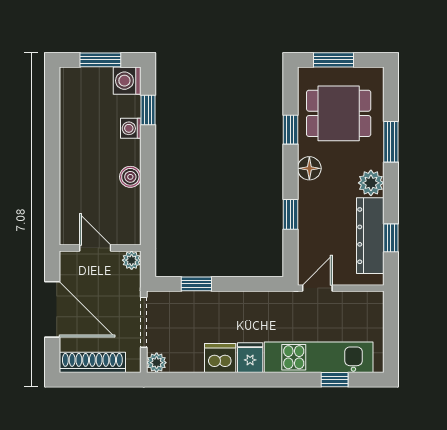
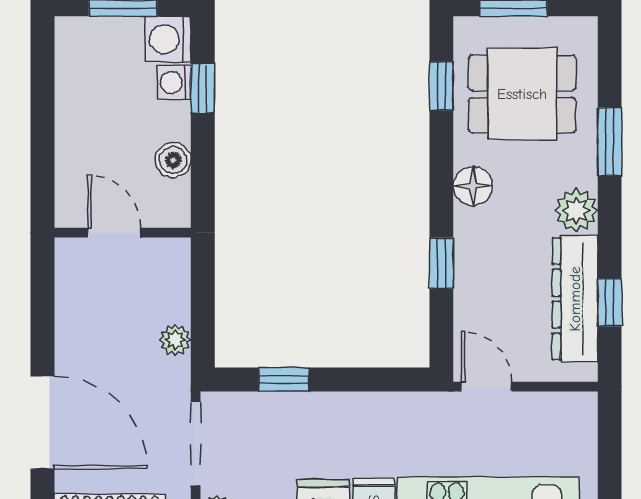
washing machine: (131, 128) -> (174, 82), moved
window: (290, 130) -> (441, 86), moved
boiler: (130, 177) -> (173, 160), moved
door: (95, 248) -> (114, 233), moved
wall: (100, 248) -> (123, 233), moved
door: (317, 288) -> (487, 387), hinge flipped

